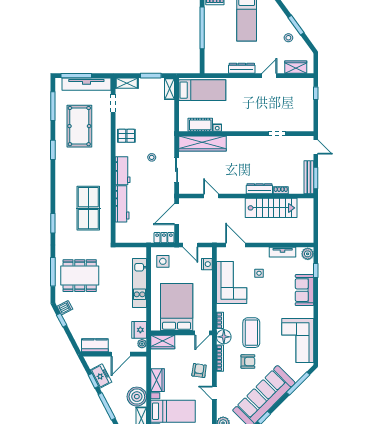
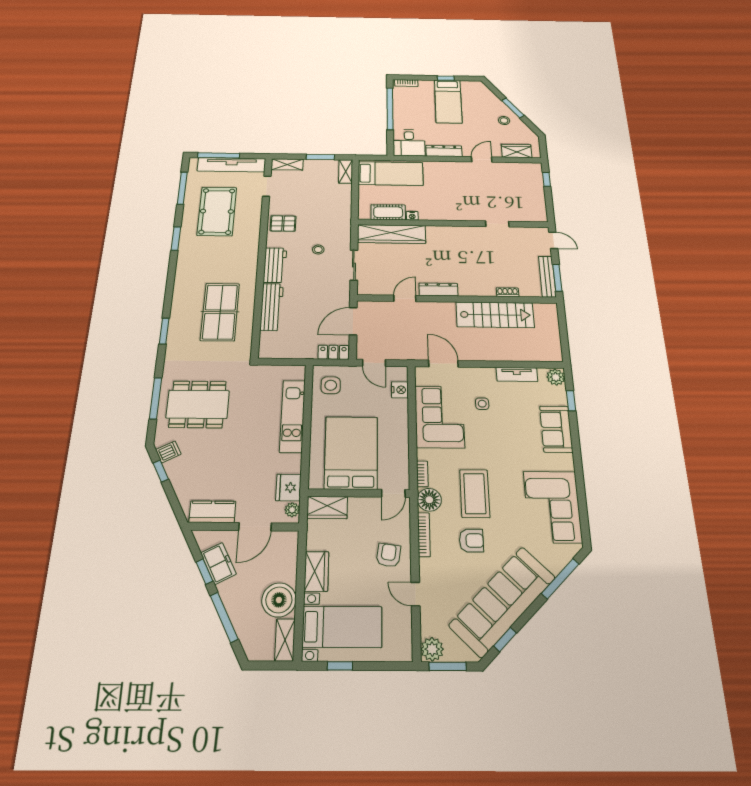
desk: (216, 61) -> (409, 143), added
dresser: (259, 189) -> (438, 290), moved
door: (211, 196) -> (405, 298), hinge flipped

